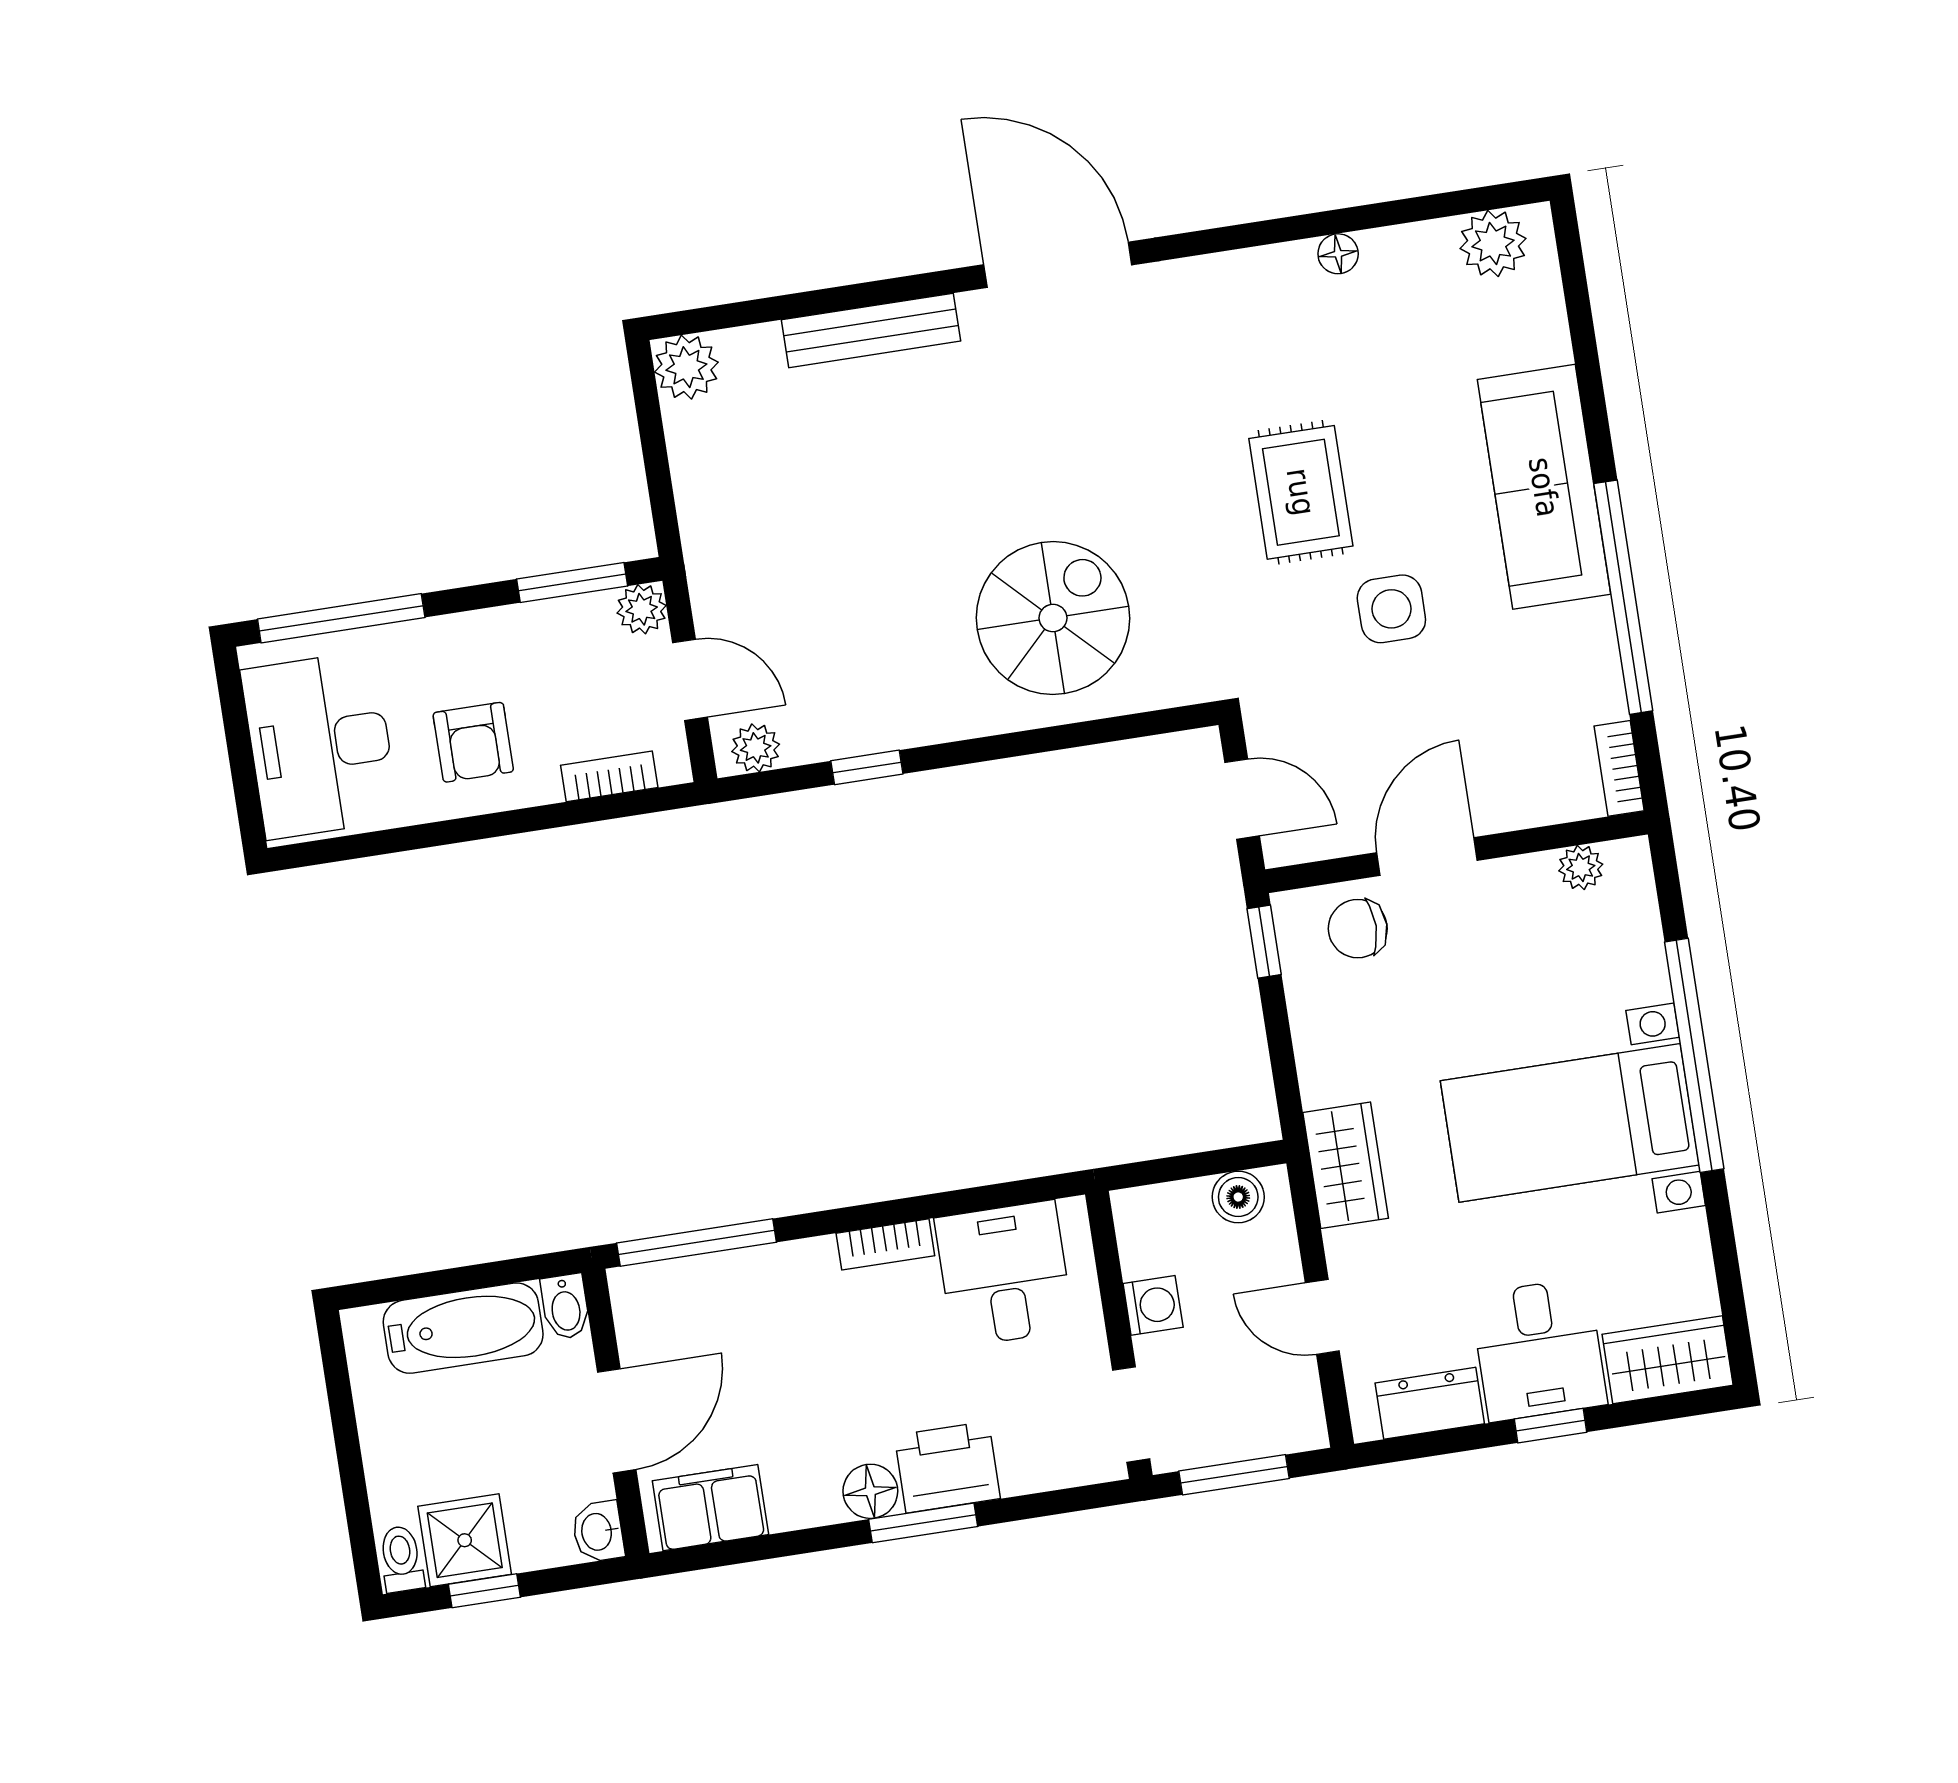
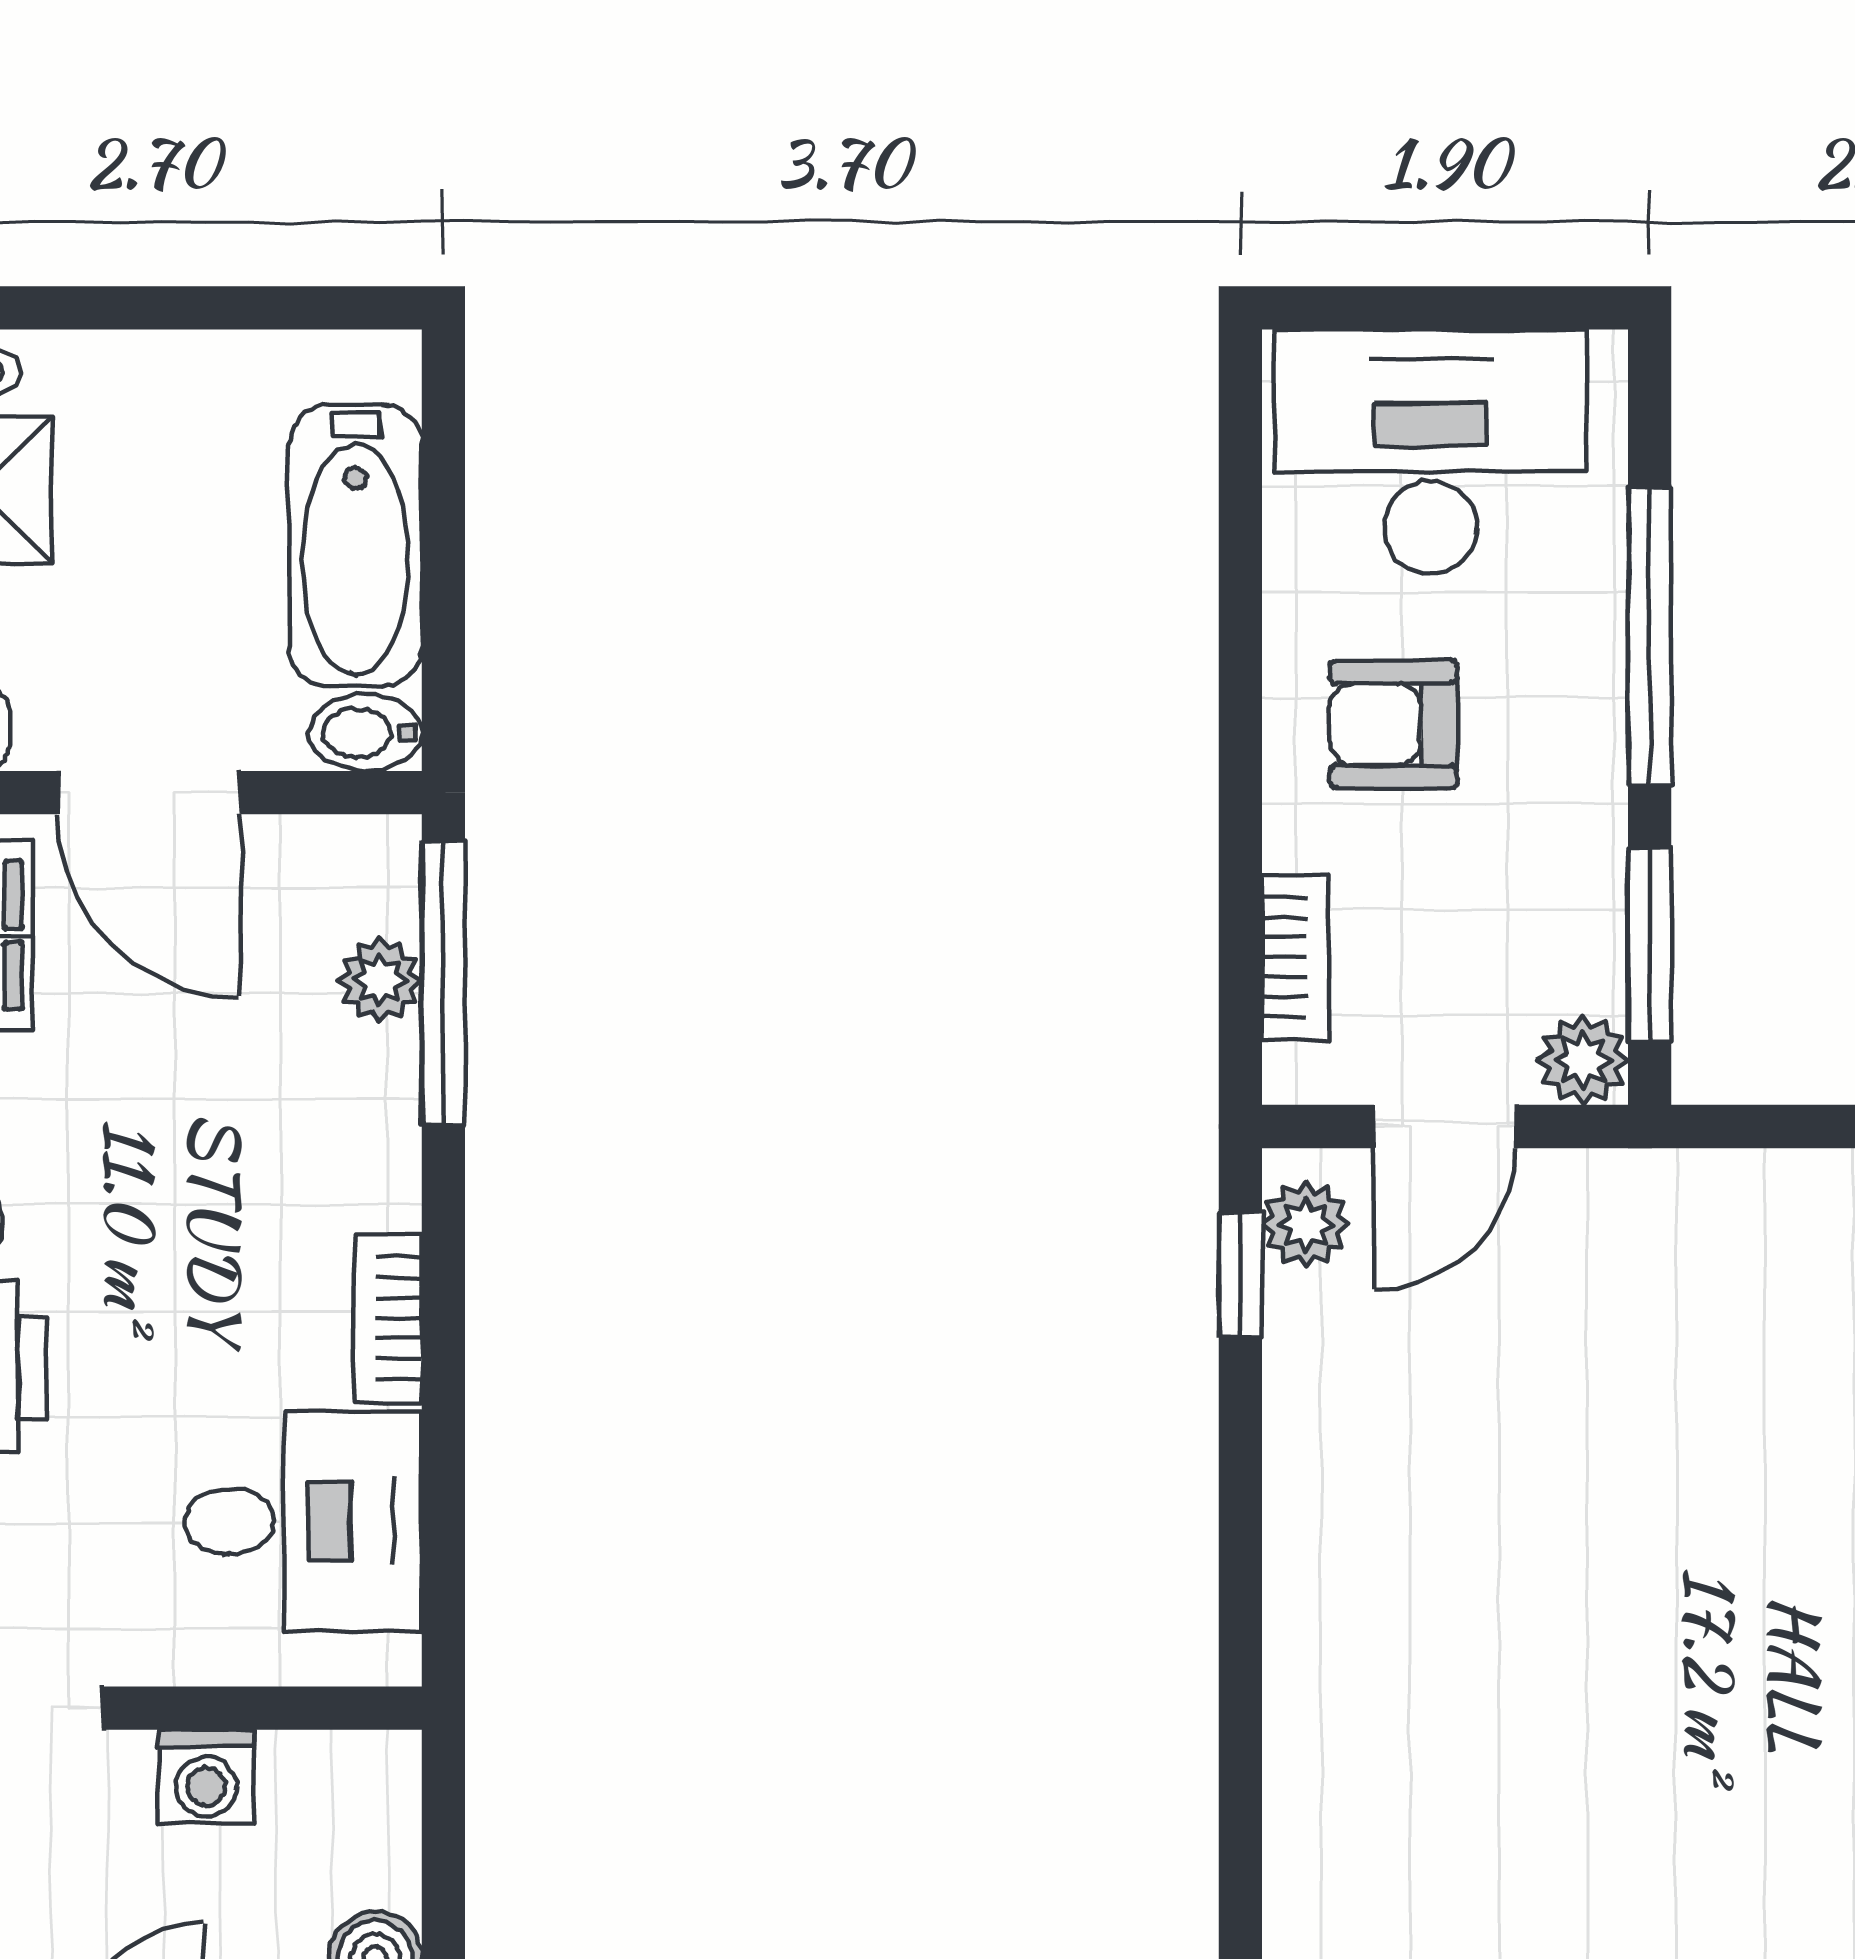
window: (341, 618) -> (1650, 637), moved
spiral stairs: (1053, 618) -> (1454, 1788), removed
window: (867, 767) -> (1240, 1275), moved
plant: (700, 1278) -> (380, 980), added

